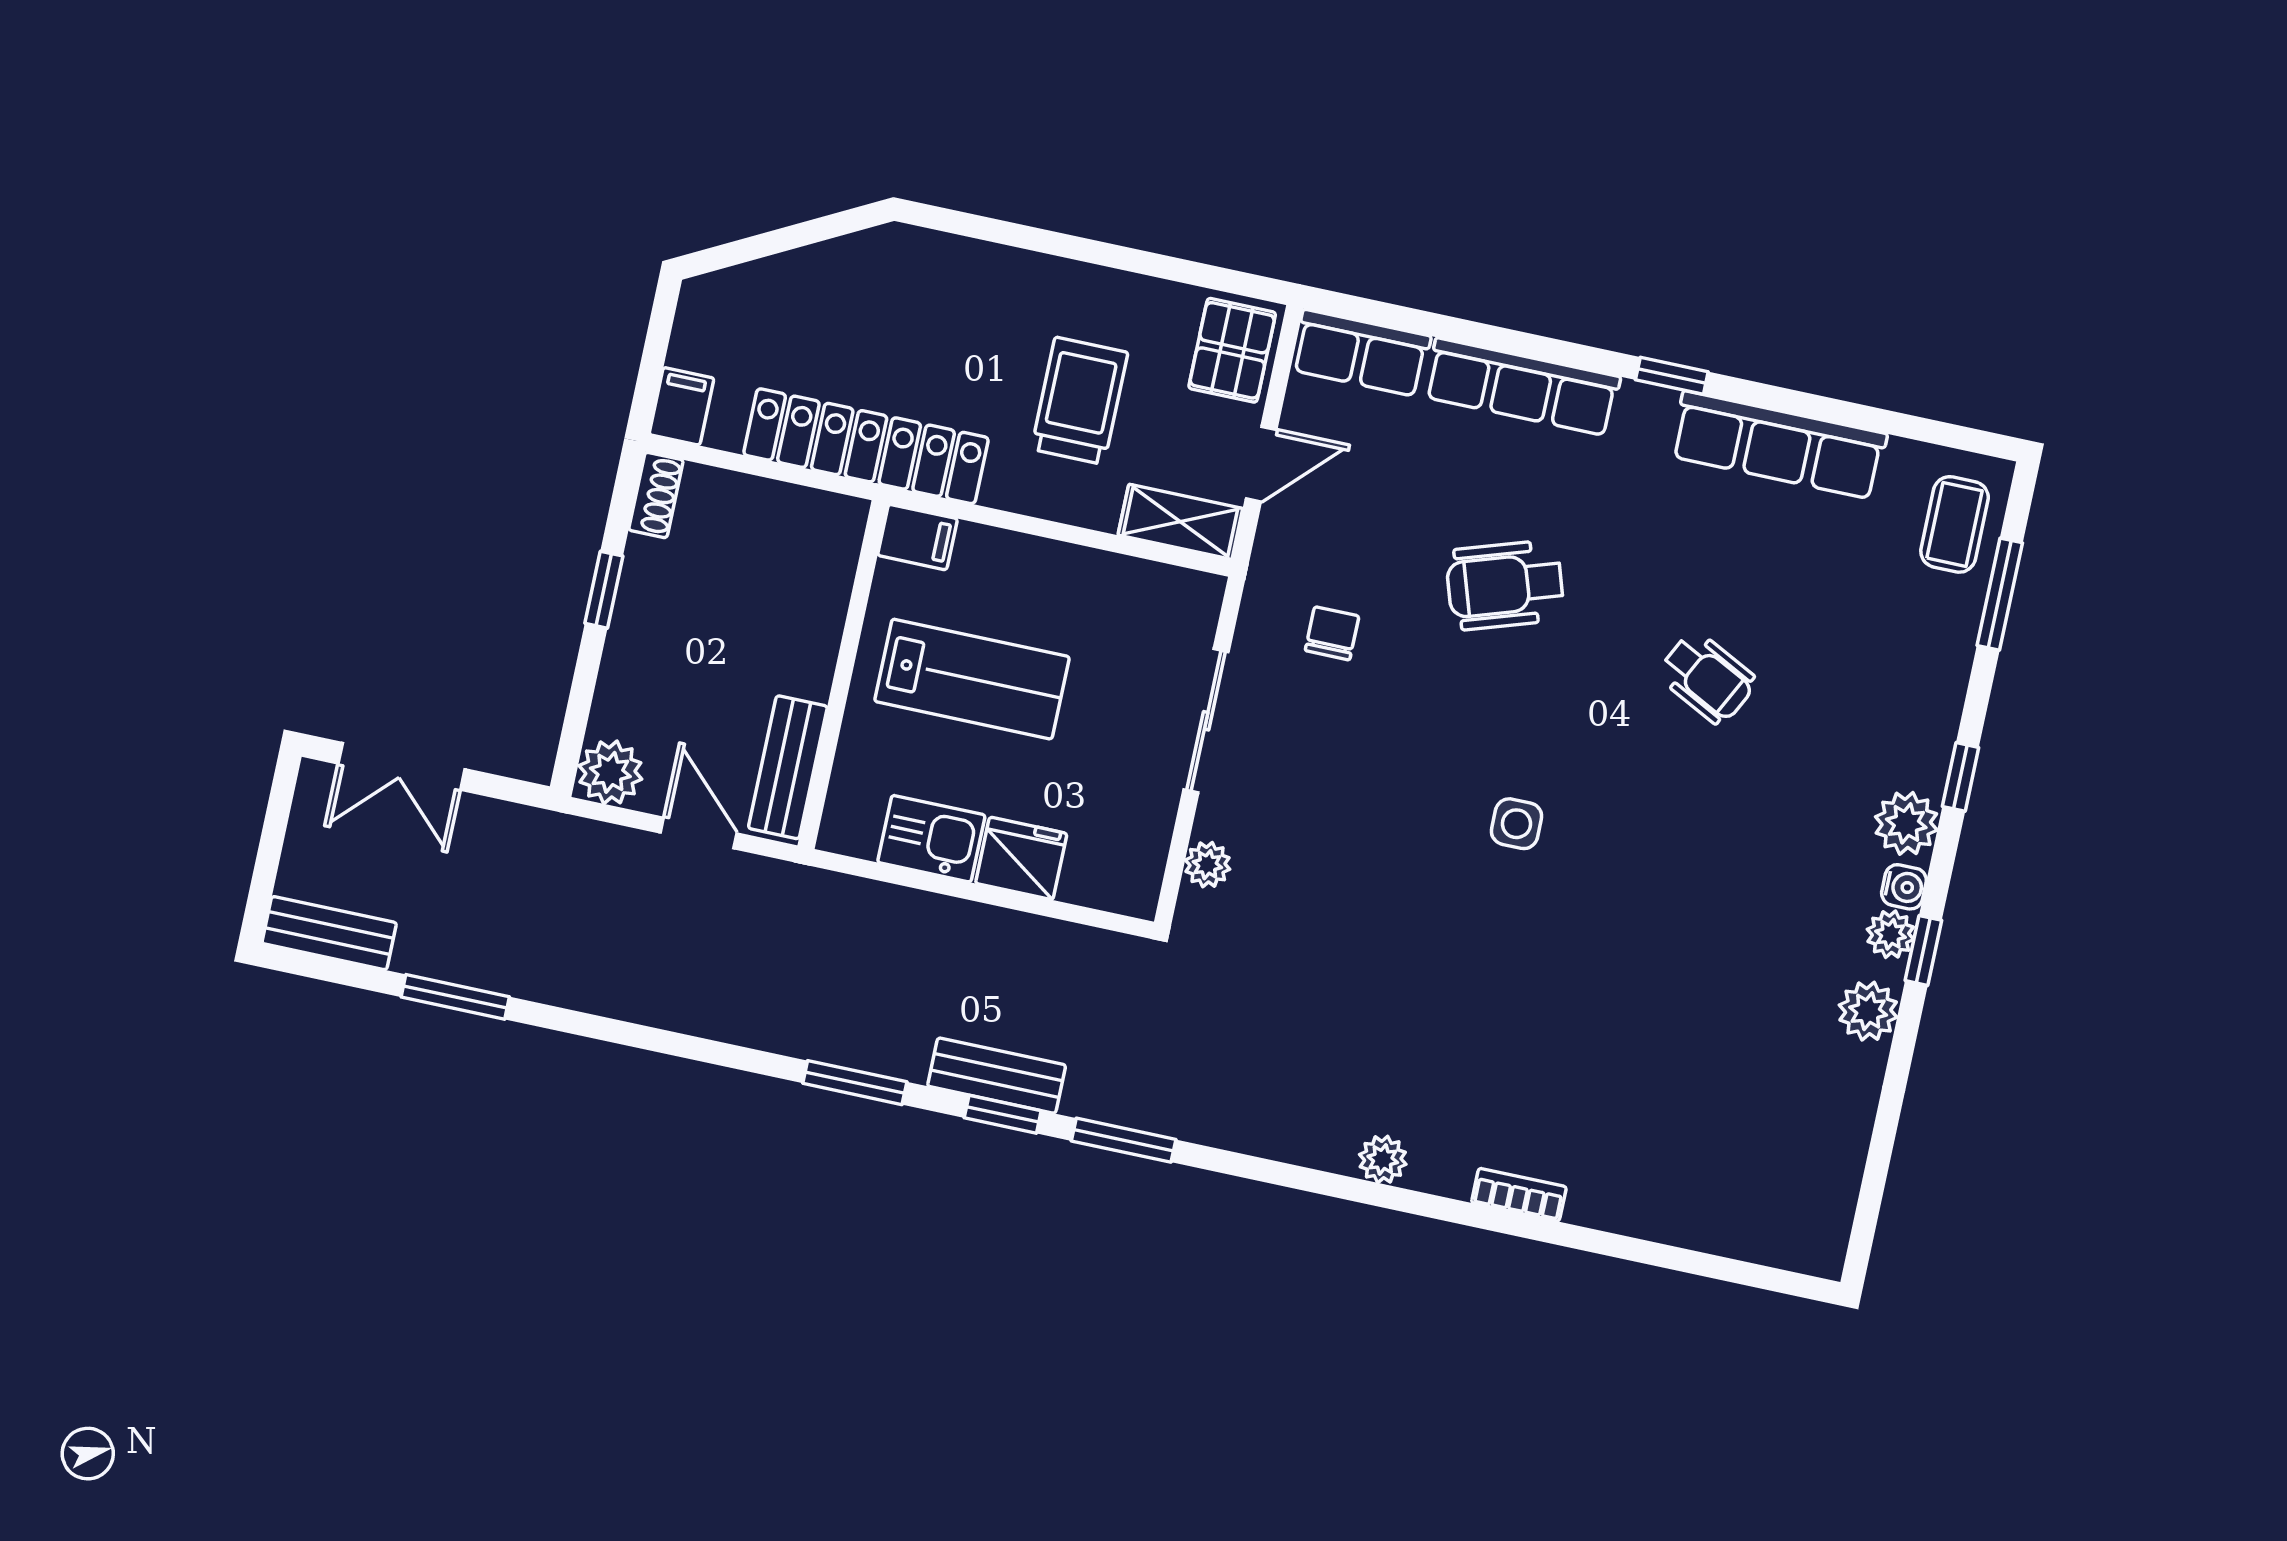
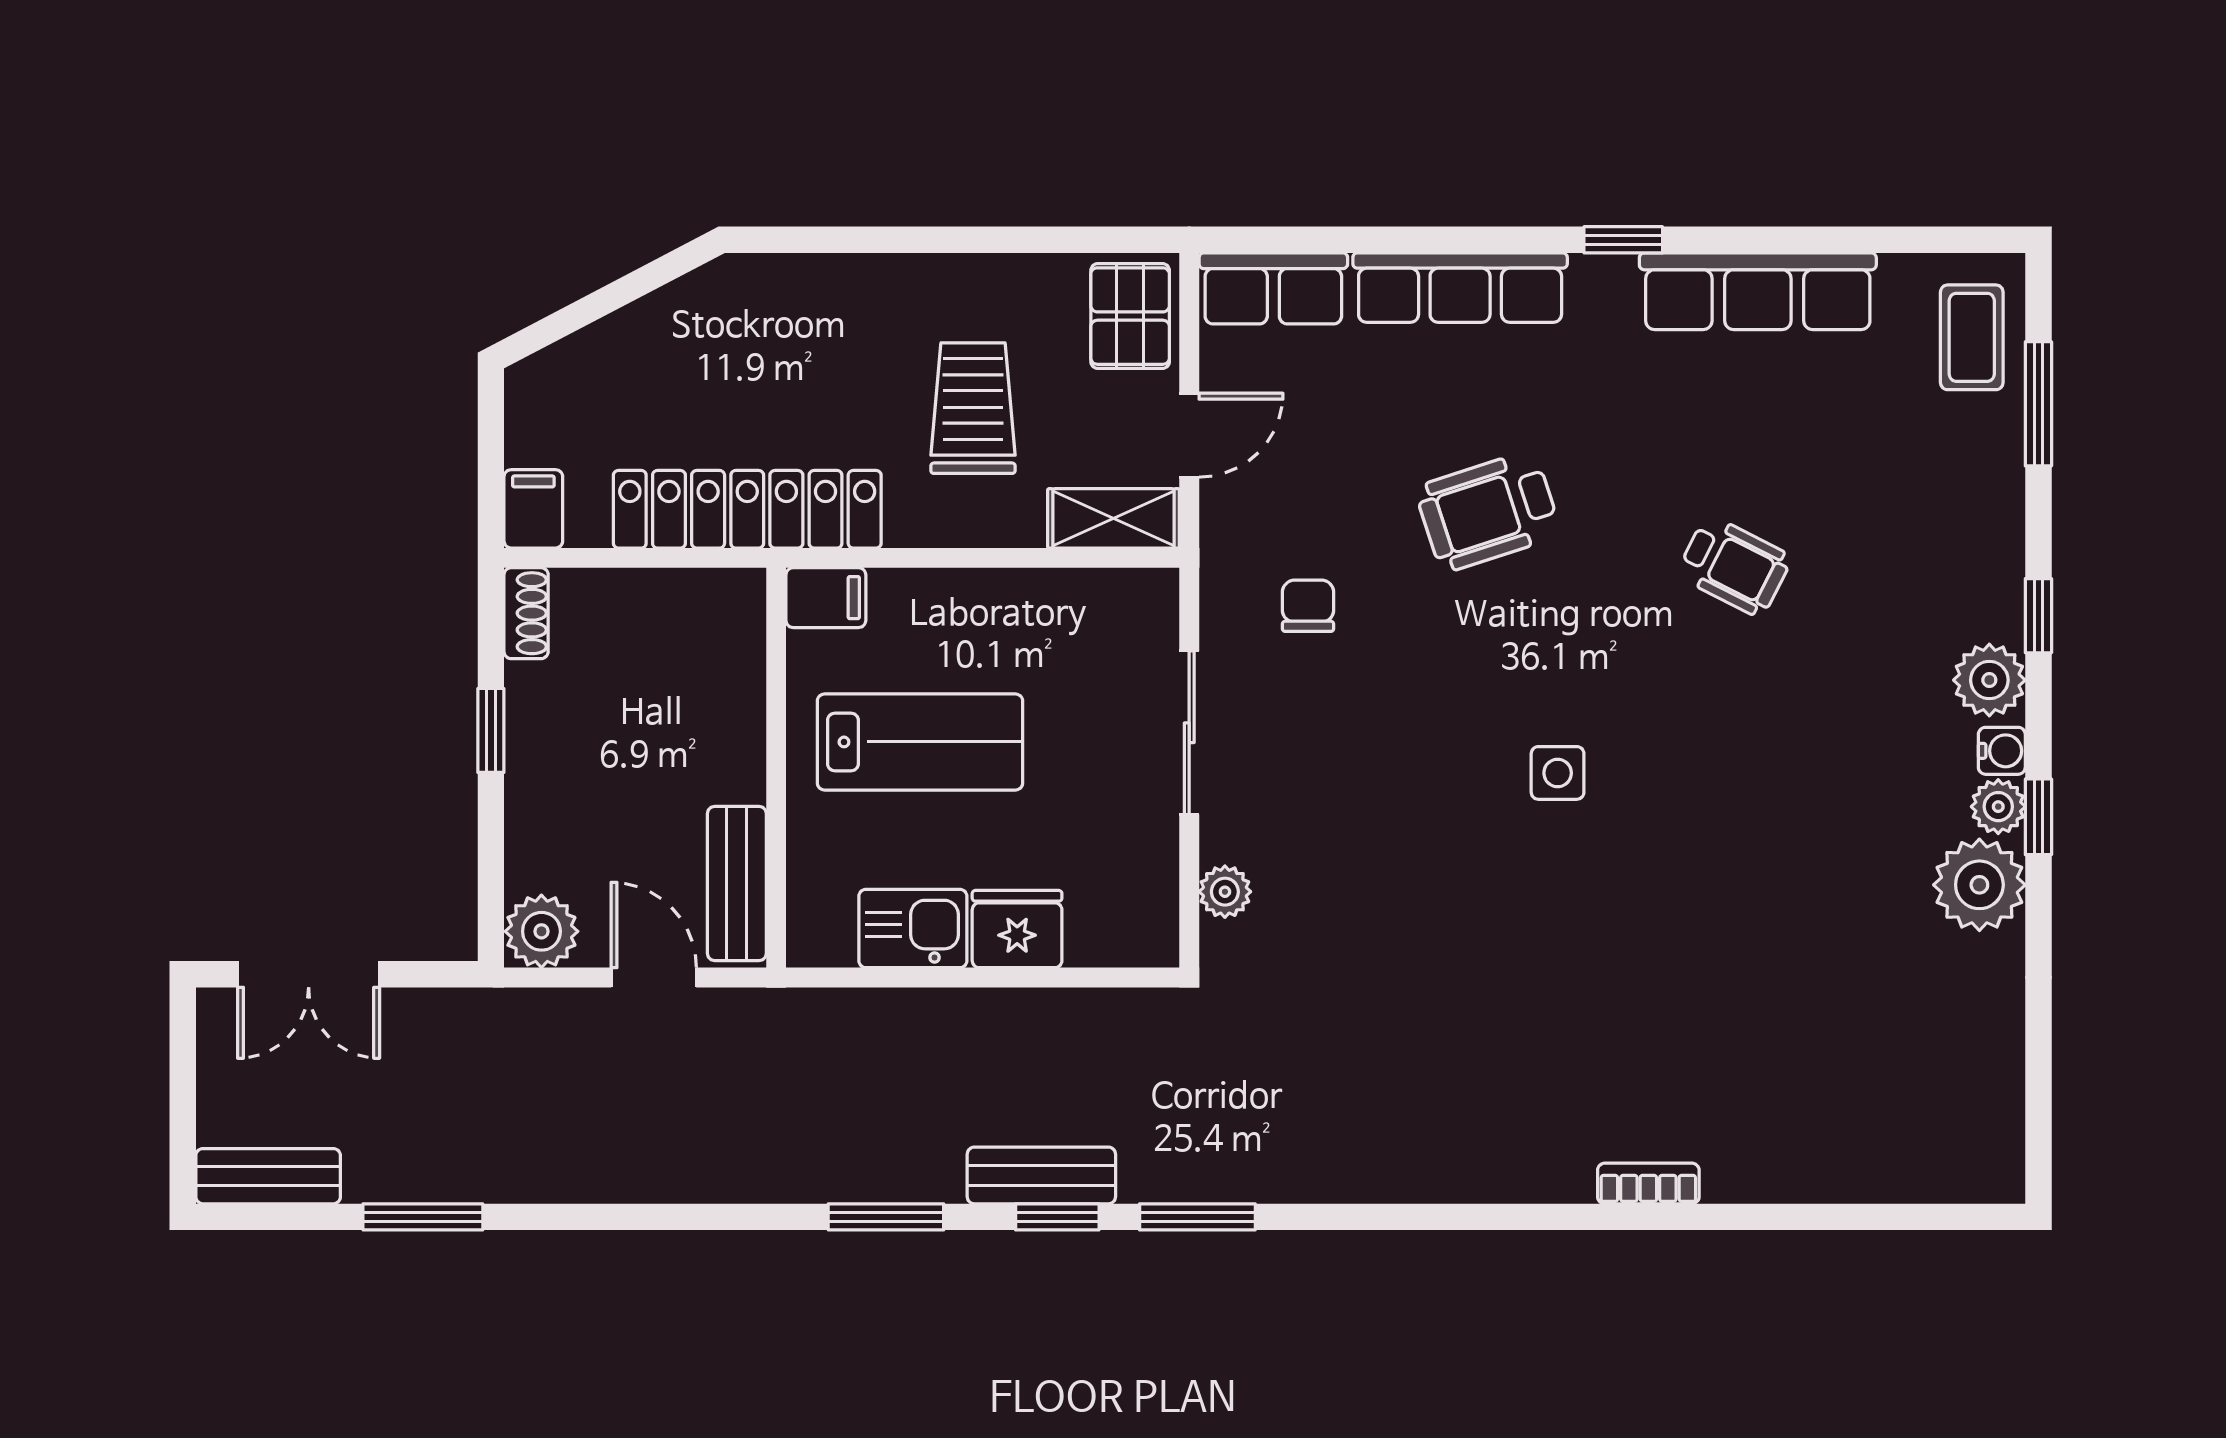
plant: (1868, 1011) -> (1979, 885), width x1.36, depth x1.36
plant: (1383, 1159) -> (1489, 1177), removed

